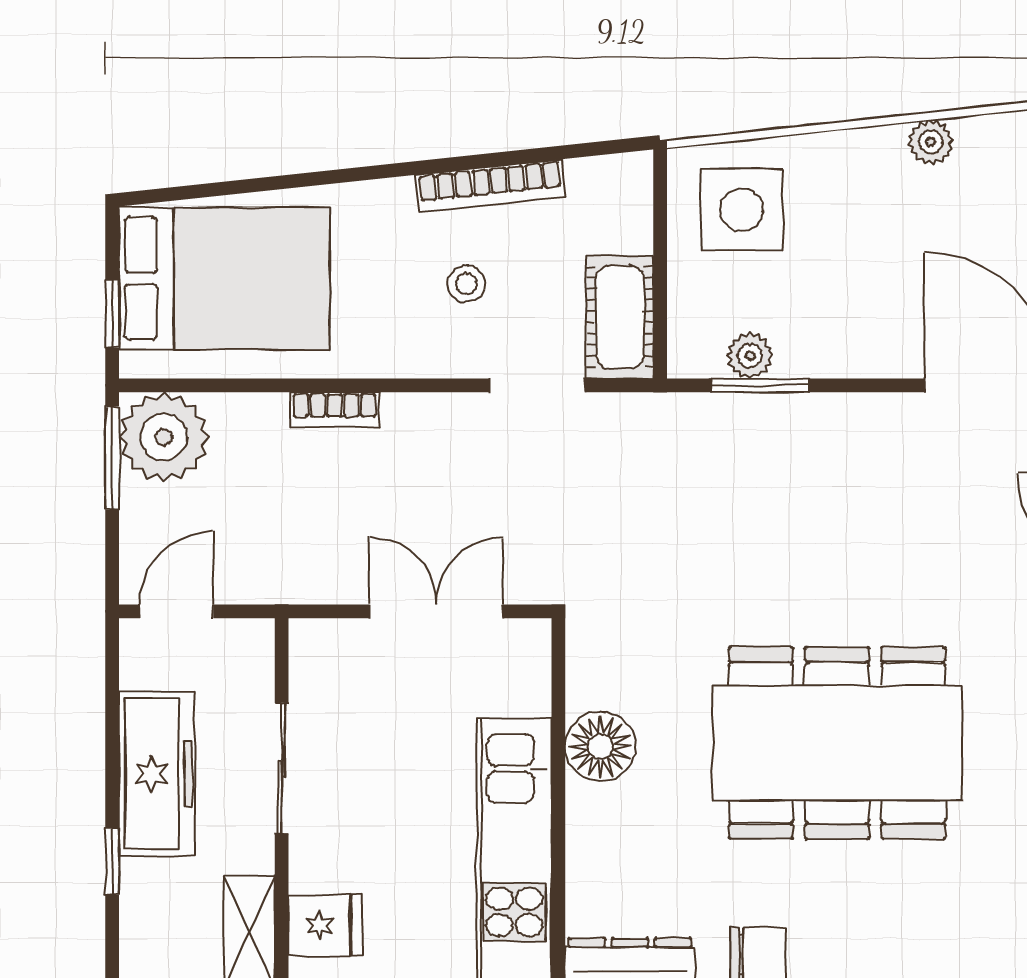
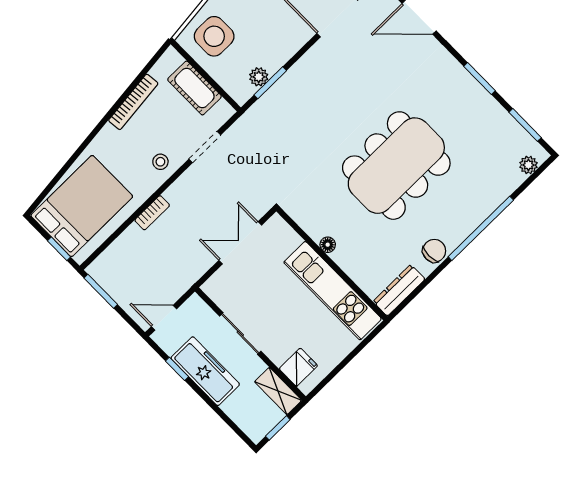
stool: (466, 284) -> (160, 162), moved
cot: (620, 317) -> (194, 88), moved
plant: (164, 437) -> (110, 270), removed
door: (177, 611) -> (164, 318), hinge flipped
floor lamp: (600, 747) -> (328, 245), width x0.53, depth x0.53
window: (112, 861) -> (177, 369), moved

